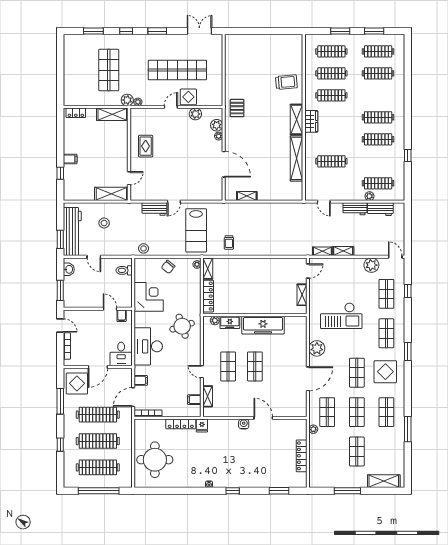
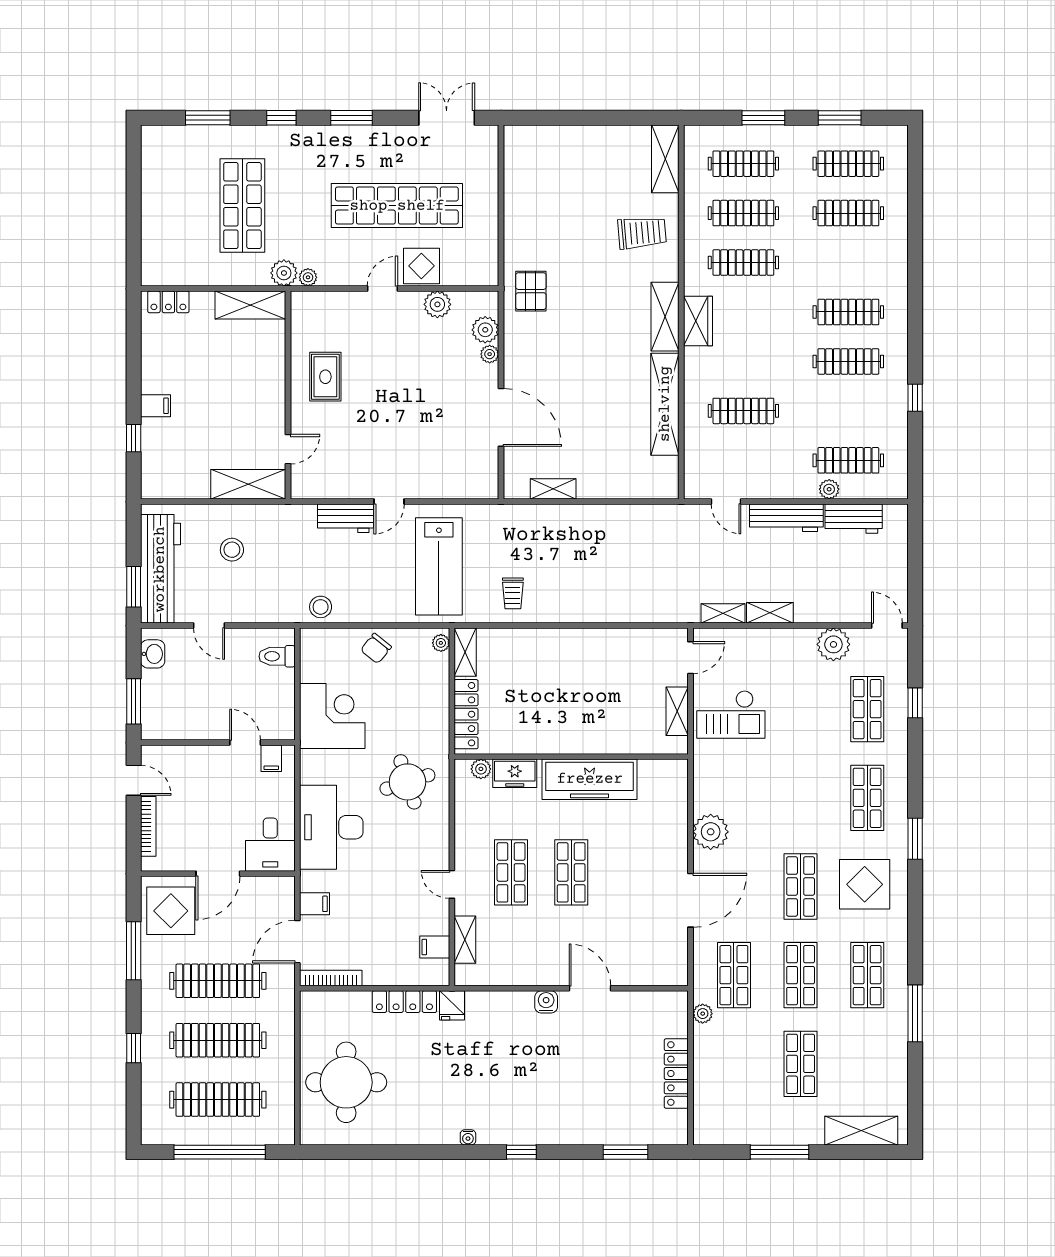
shelving: (297, 49) -> (665, 159), added
workbench: (355, 209) -> (786, 518), width x1.38
checkout: (341, 316) -> (731, 714), moved, width x0.73, depth x0.83

